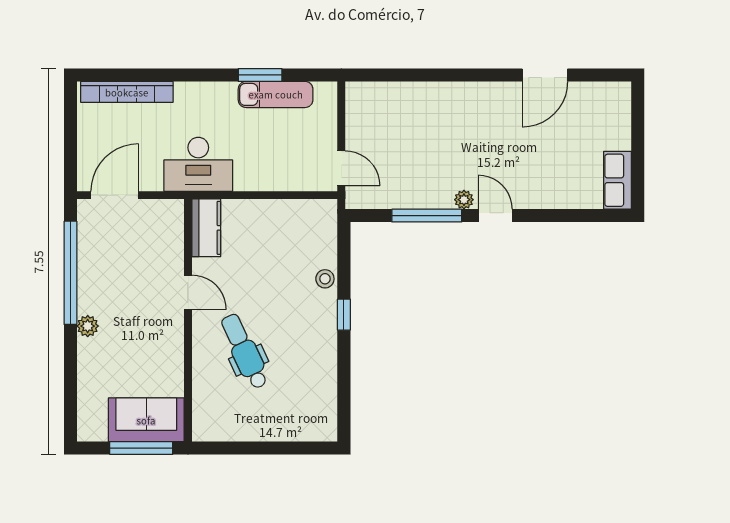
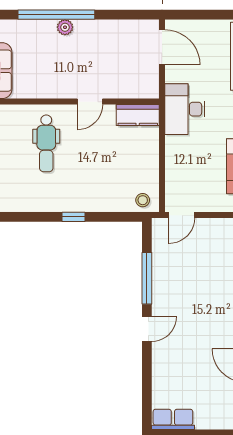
plant: (464, 200) -> (159, 306), removed
window: (70, 273) -> (56, 15), moved
stool: (325, 279) -> (143, 200), moved
dental chair: (245, 351) -> (46, 143), turned 115

